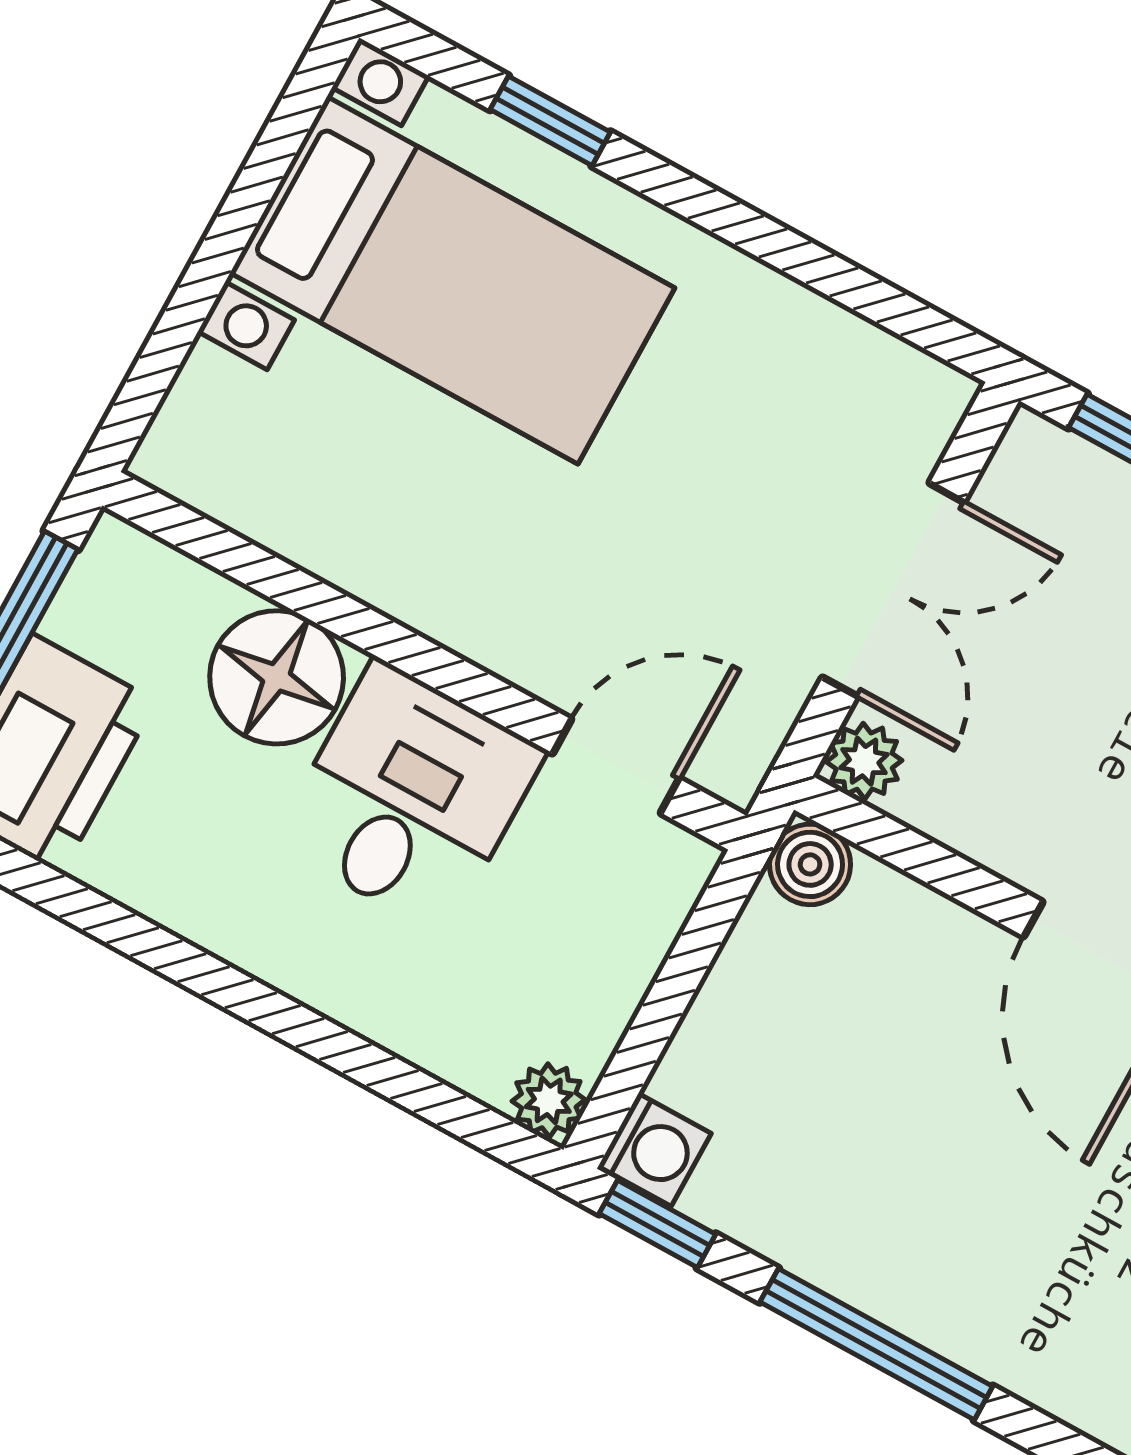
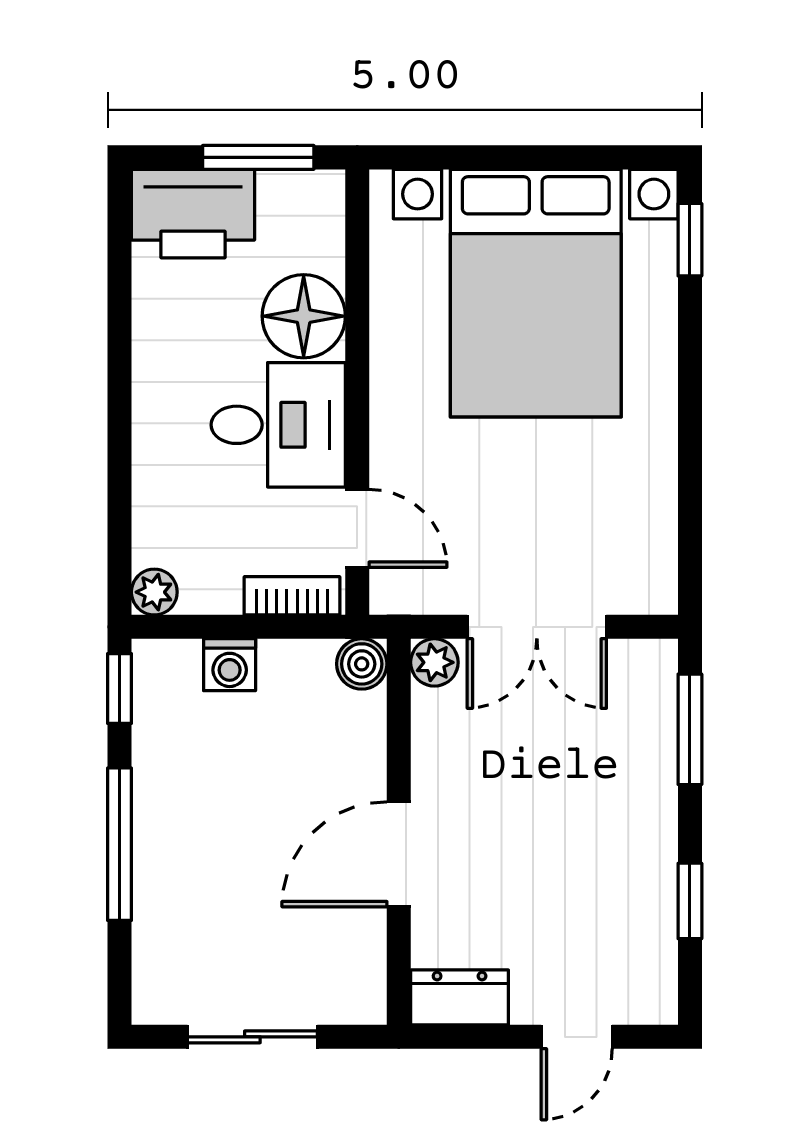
window: (550, 121) -> (690, 240), moved
bed with nightstands: (452, 280) -> (536, 293), width x1.36
bookcase: (660, 910) -> (292, 596), added
washing machine: (655, 1150) -> (230, 665), moved

